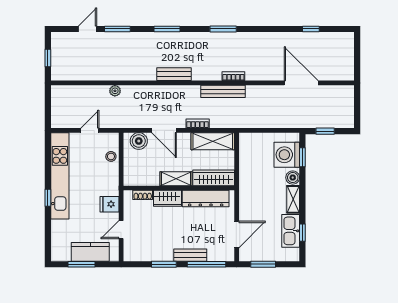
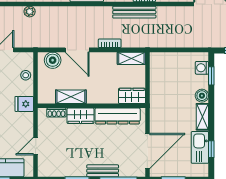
shelving: (213, 141) -> (131, 58), width x0.67, depth x0.75
washing machine: (287, 155) -> (202, 68), width x0.53, depth x0.53
wardrobe: (214, 178) -> (132, 96), width x0.67
shelving: (176, 179) -> (71, 97), moved
fridge: (110, 204) -> (24, 104), moved
door: (237, 235) -> (147, 151), width x1.36

